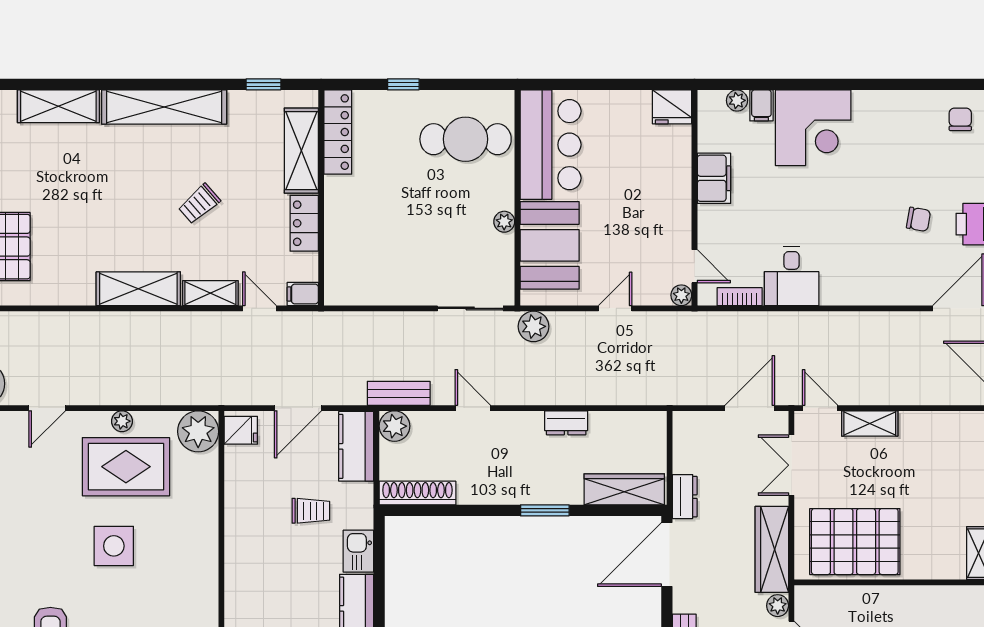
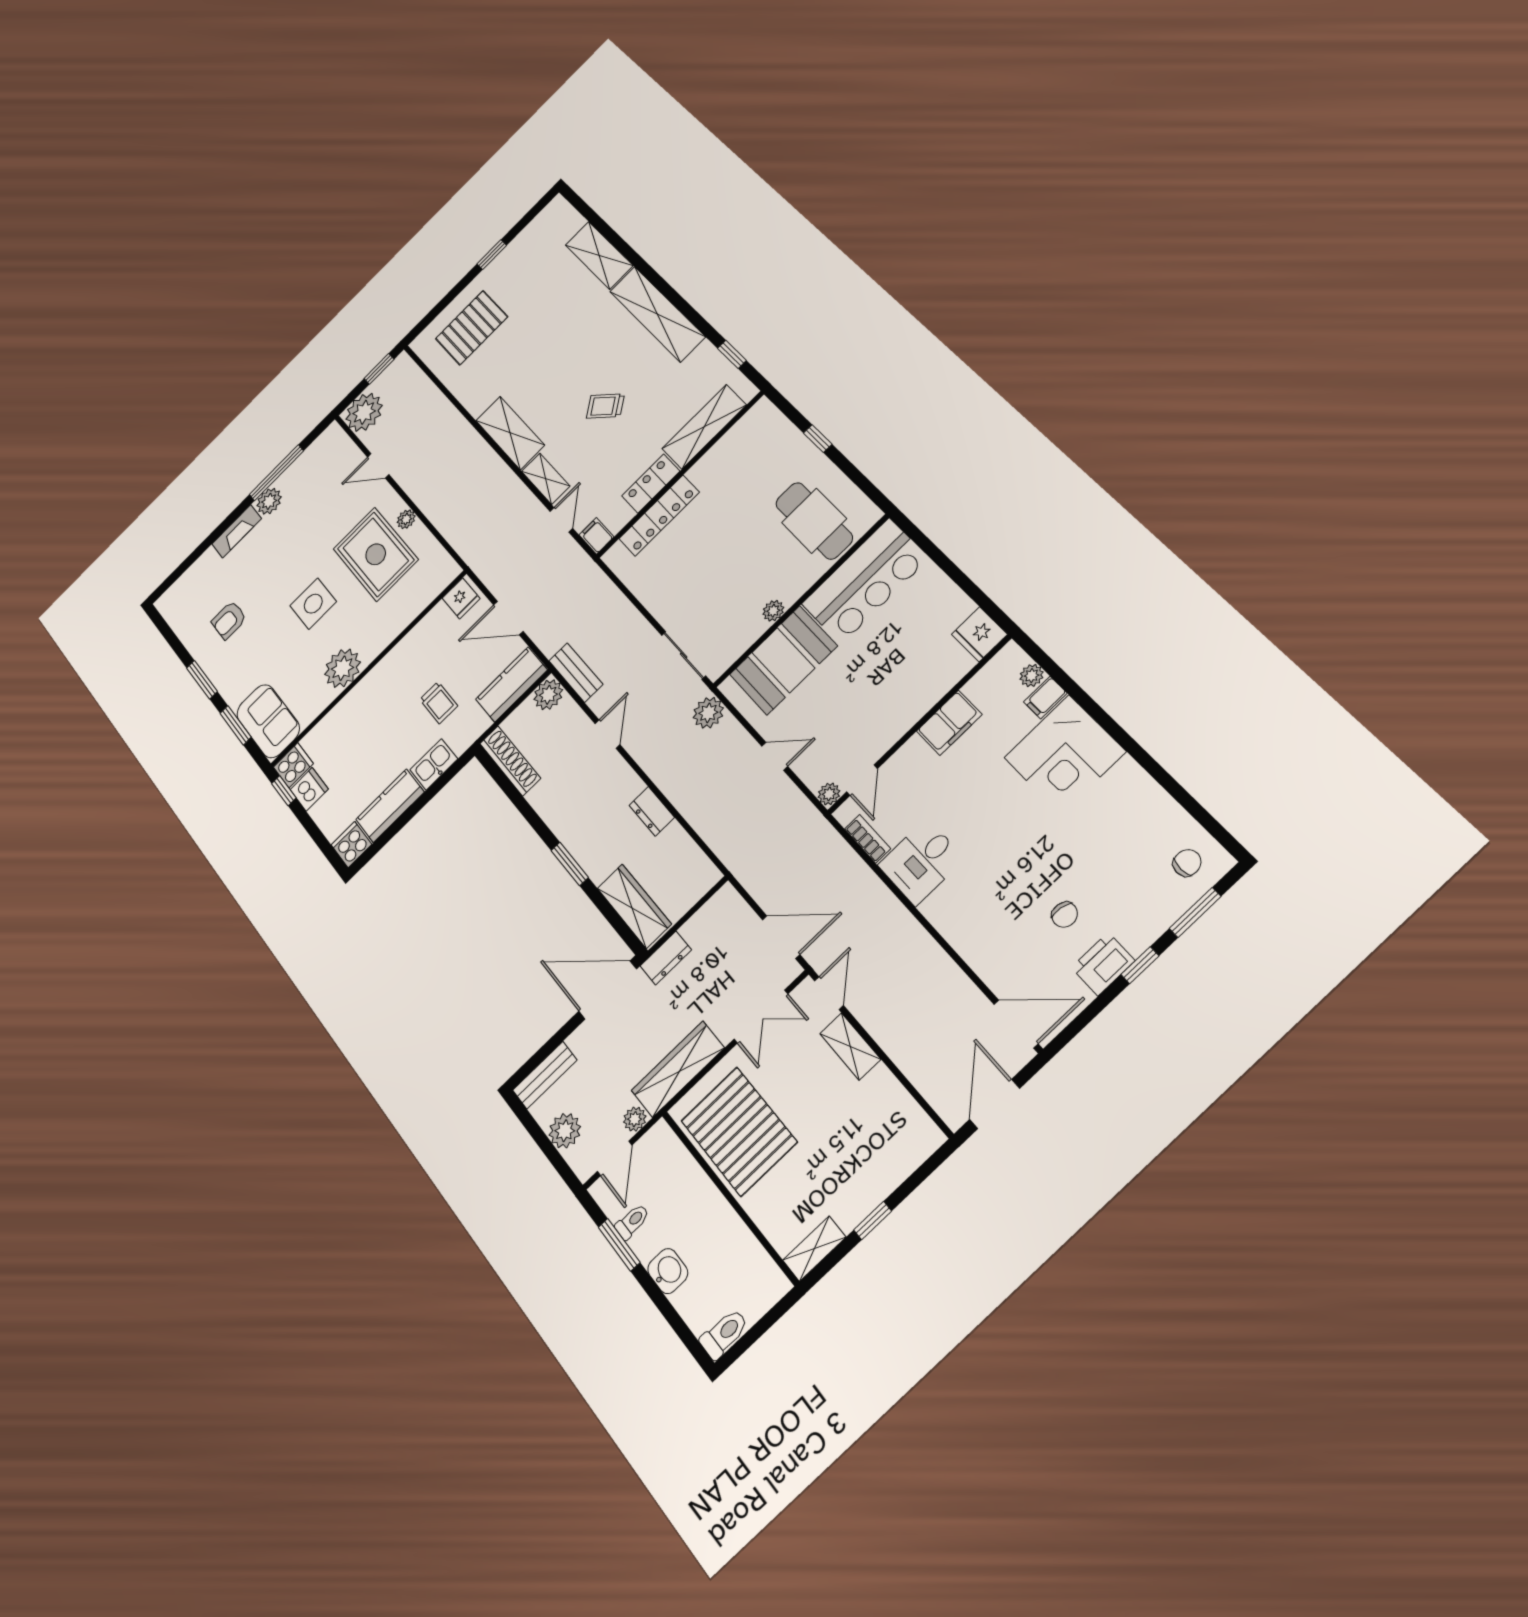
locker: (338, 132) -> (659, 516), moved
plant: (198, 431) -> (342, 668), moved
double door: (791, 465) -> (761, 1017), swing flipped

